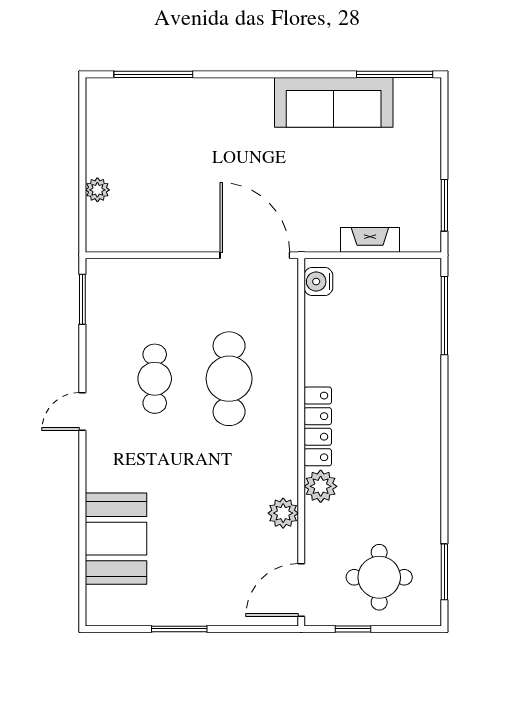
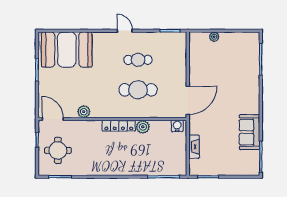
sofa: (334, 102) -> (249, 132), width x0.73
plant: (321, 486) -> (143, 127), moved
booth: (116, 539) -> (67, 50), width x1.36, depth x1.42

